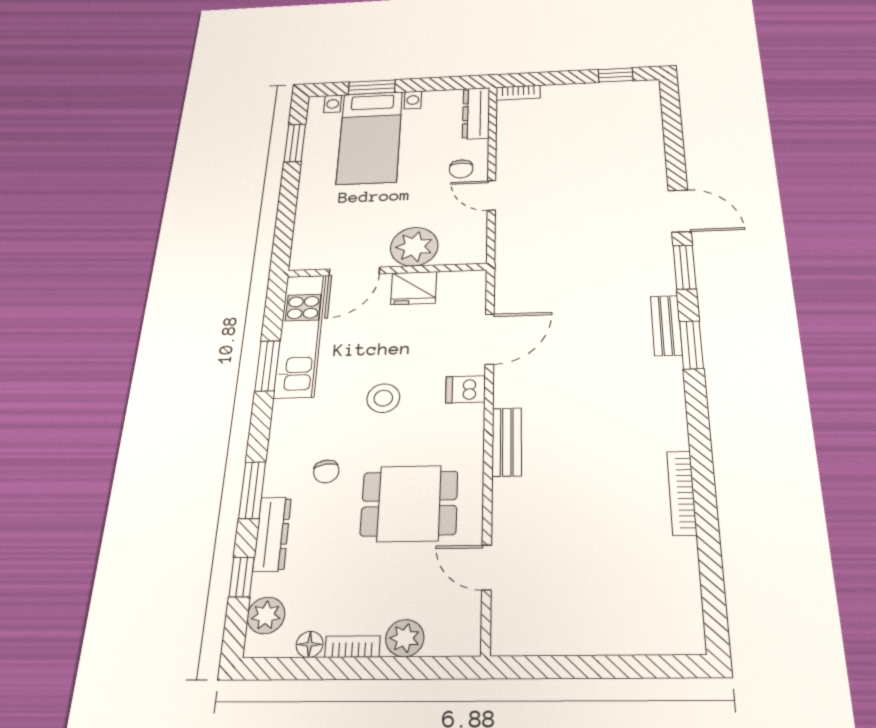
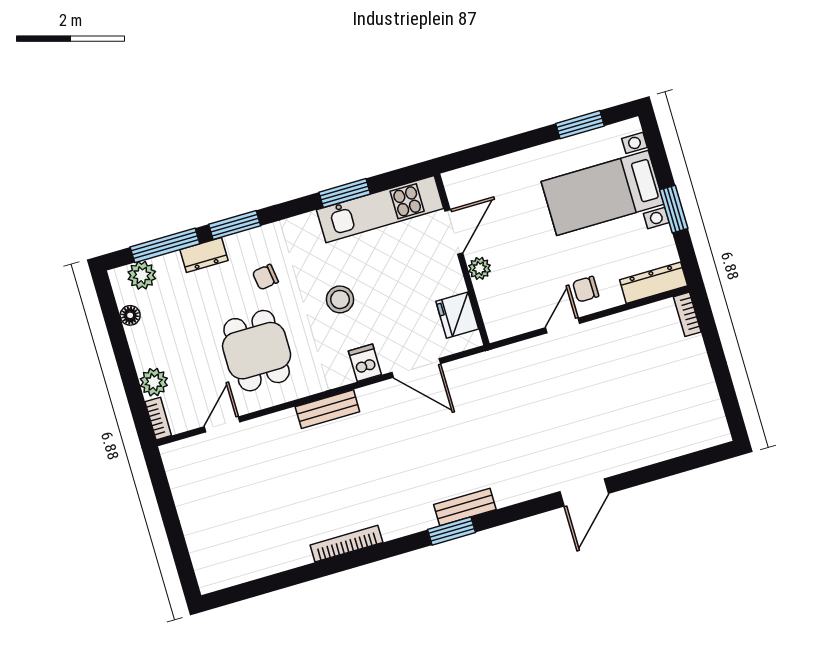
window: (616, 75) -> (729, 399), removed
window: (372, 87) -> (674, 209), moved
plant: (414, 247) -> (480, 268), width x0.53, depth x0.53
window: (685, 267) -> (526, 509), removed
door: (354, 271) -> (454, 232), swing flipped
fridge: (414, 288) -> (457, 315), moved
bookcase: (682, 493) -> (346, 544), moved
dresser: (272, 534) -> (204, 255), width x0.70
window: (242, 577) -> (165, 245), width x2.17
bookcase: (352, 647) -> (158, 419), moved

